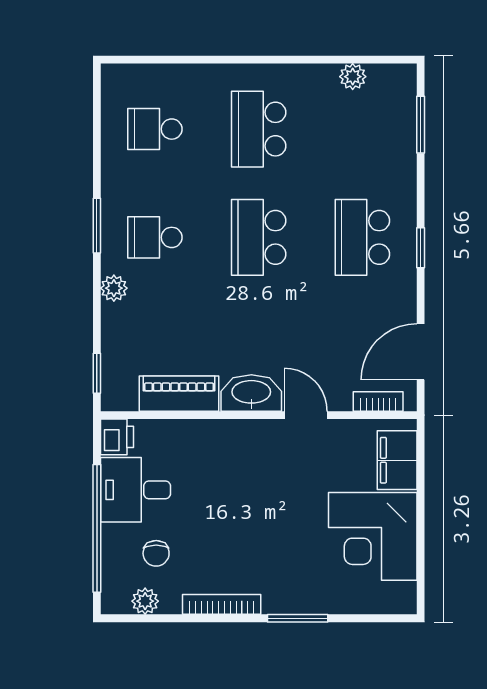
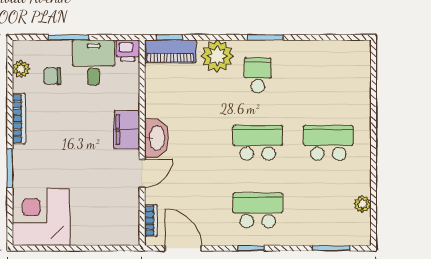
school desk: (155, 129) -> (328, 75), removed
plant: (114, 288) -> (217, 56), width x1.87, depth x1.87
piano: (179, 394) -> (170, 51), moved, turned 90
filing cabinet: (397, 460) -> (127, 130), moved, turned -90
window: (97, 528) -> (68, 37), width x0.47
corner desk: (373, 536) -> (41, 217), moved

